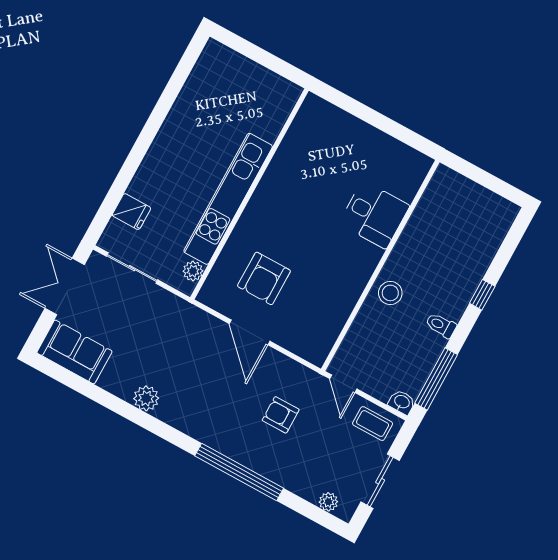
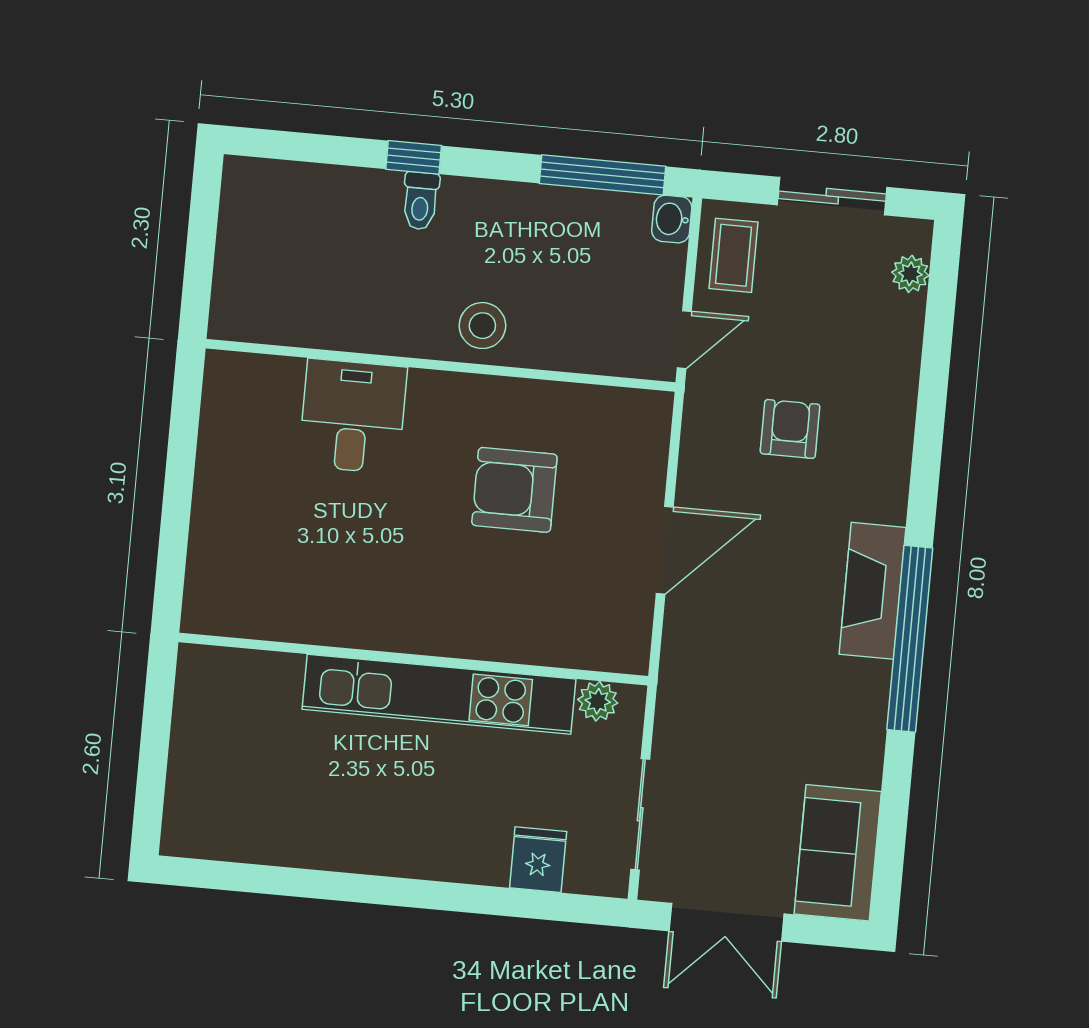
armchair: (264, 278) -> (514, 490), moved, turned 180
toilet: (441, 325) -> (421, 201), moved
plant: (146, 398) -> (866, 686), removed
armchair: (281, 415) -> (790, 429), turned 180
fireplace: (189, 421) -> (872, 591), added
window: (239, 472) -> (910, 639), moved

